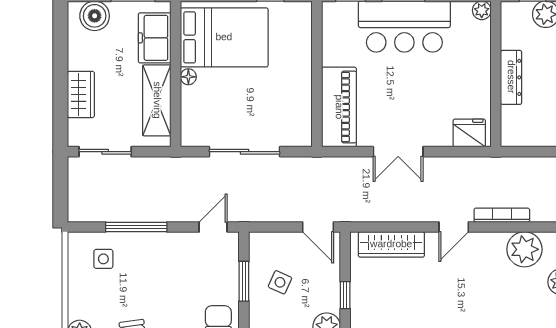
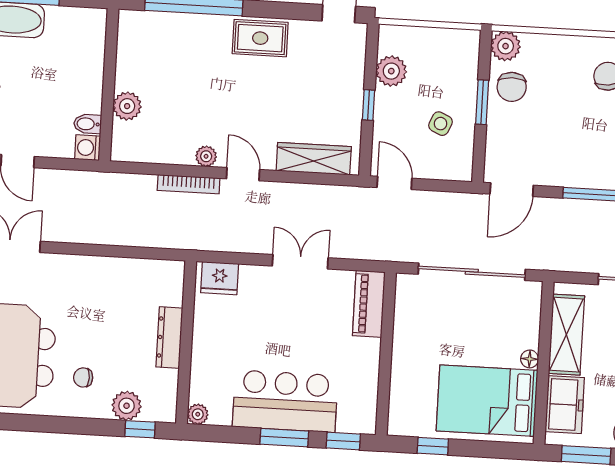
piano: (339, 107) -> (369, 304), width x0.73, depth x0.75
sliding door: (244, 152) -> (472, 272), width x1.36
door: (213, 227) -> (512, 190), width x1.38
door: (454, 227) -> (243, 174), hinge flipped
plant: (524, 249) -> (206, 156), moved, width x0.53, depth x0.53
window: (244, 281) -> (482, 102), moved

